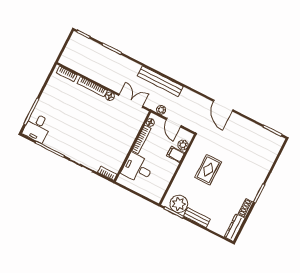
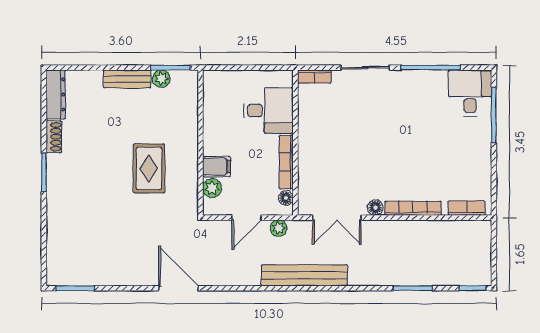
door: (174, 123) -> (247, 218), swing flipped
plant: (179, 204) -> (161, 79), width x0.53, depth x0.53

